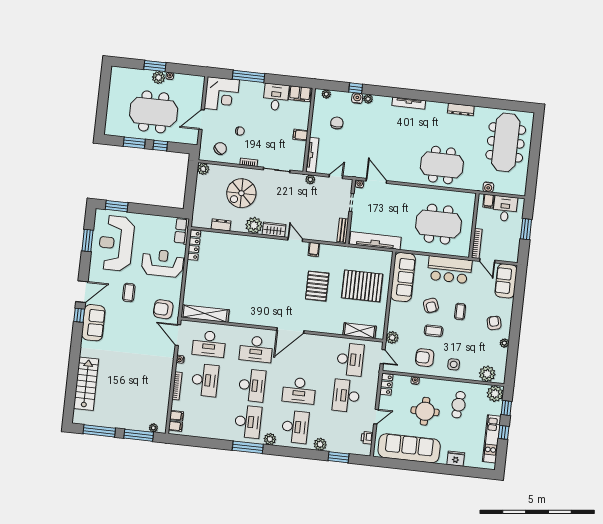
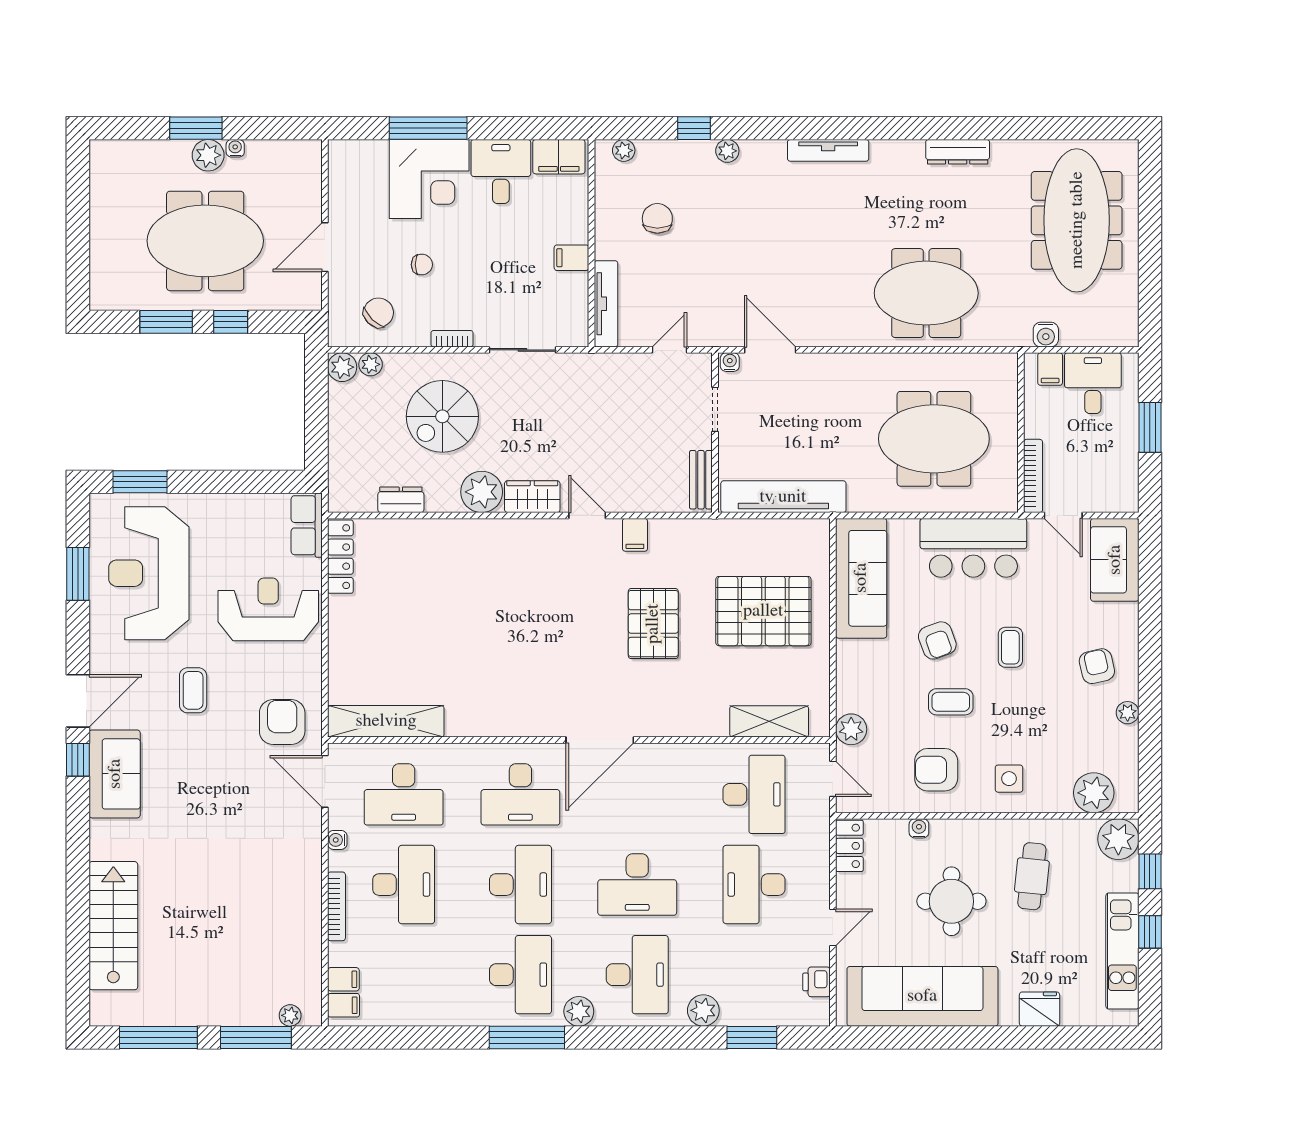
corner desk: (222, 94) -> (429, 179), moved
water cooler: (357, 98) -> (701, 152), removed
plant: (310, 180) -> (371, 364), moved
armchair: (163, 309) -> (282, 722), turned 87

